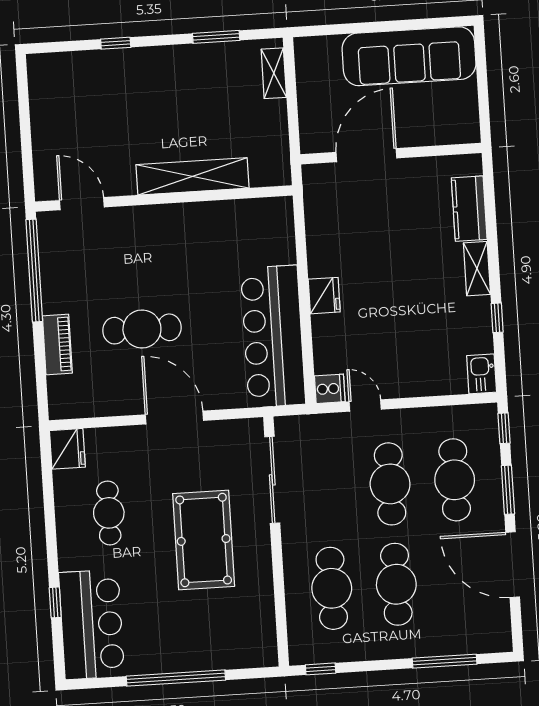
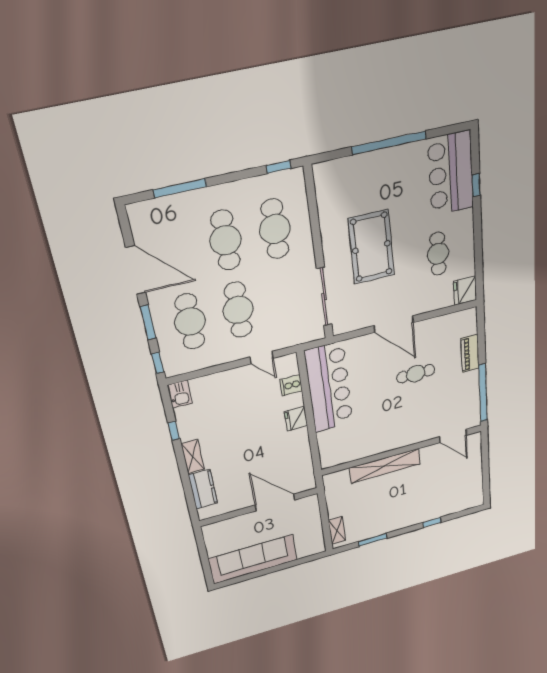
door: (366, 155) -> (275, 502), swing flipped
cafe table: (142, 329) -> (416, 374), width x0.73, depth x0.74
cooker: (330, 389) -> (291, 385), moved

